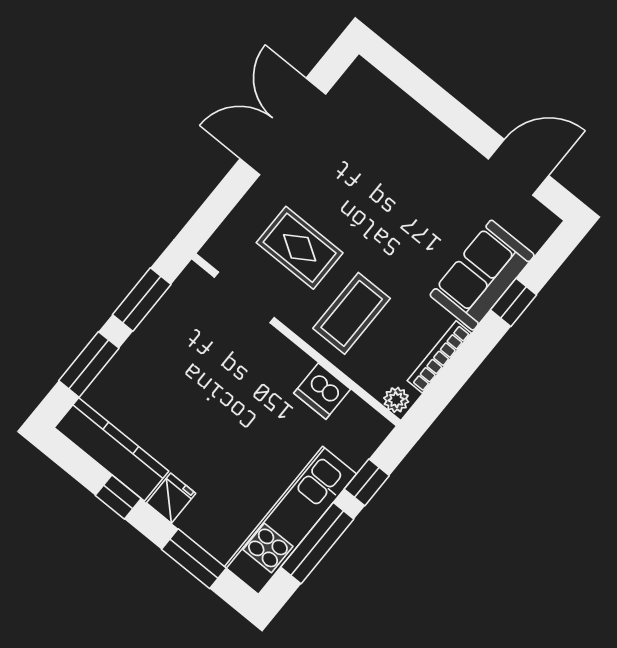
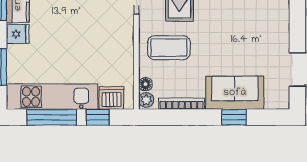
floor lamp: (375, 383) -> (146, 84), added
dishwasher: (322, 391) -> (112, 98), moved, turned 90

